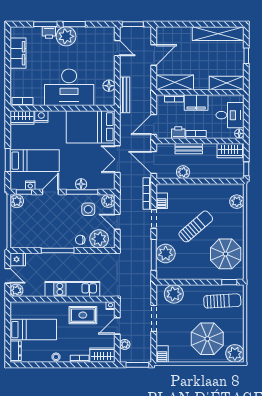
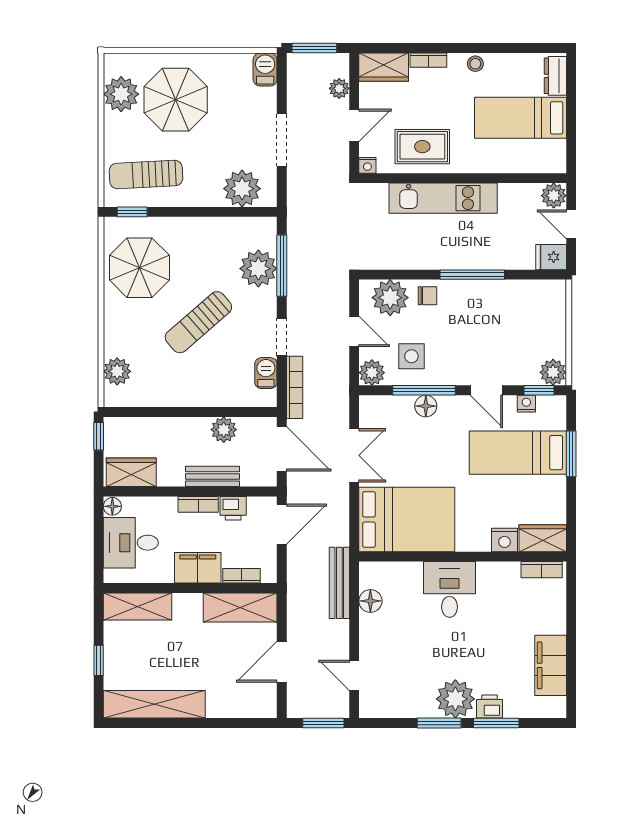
desk: (69, 87) -> (449, 589), width x0.53, depth x0.77
door: (50, 192) -> (486, 390), hinge flipped
plant: (235, 353) -> (121, 94), moved

